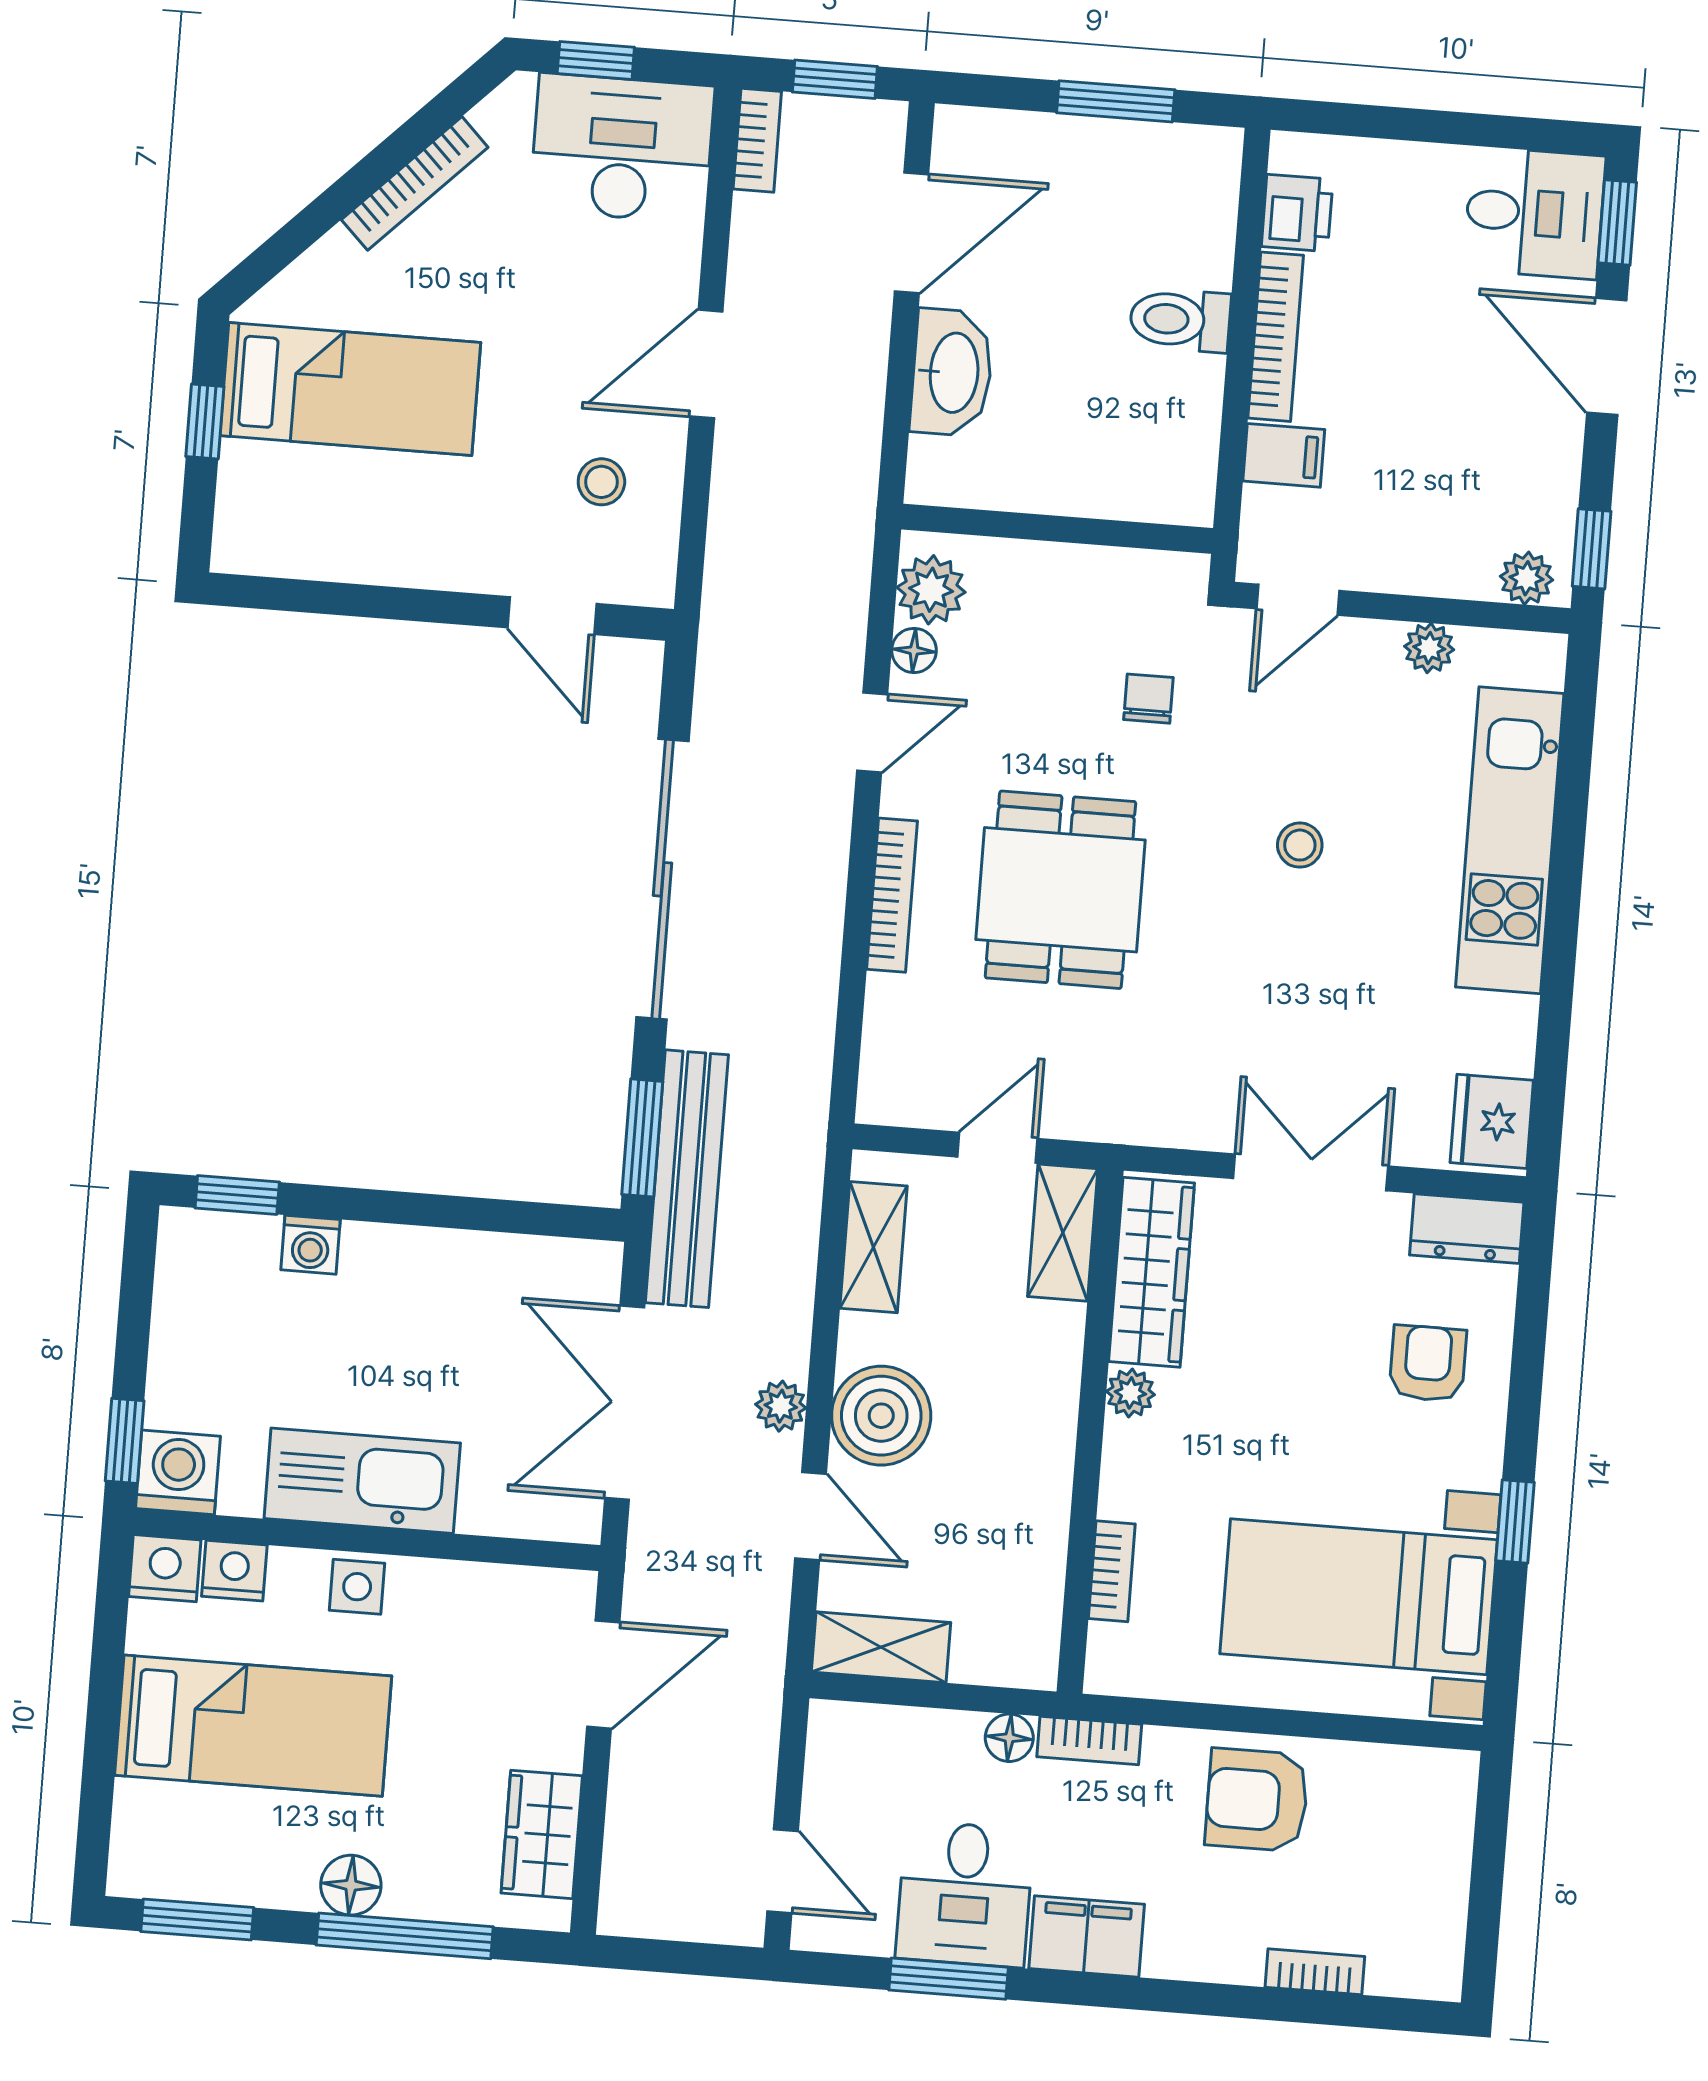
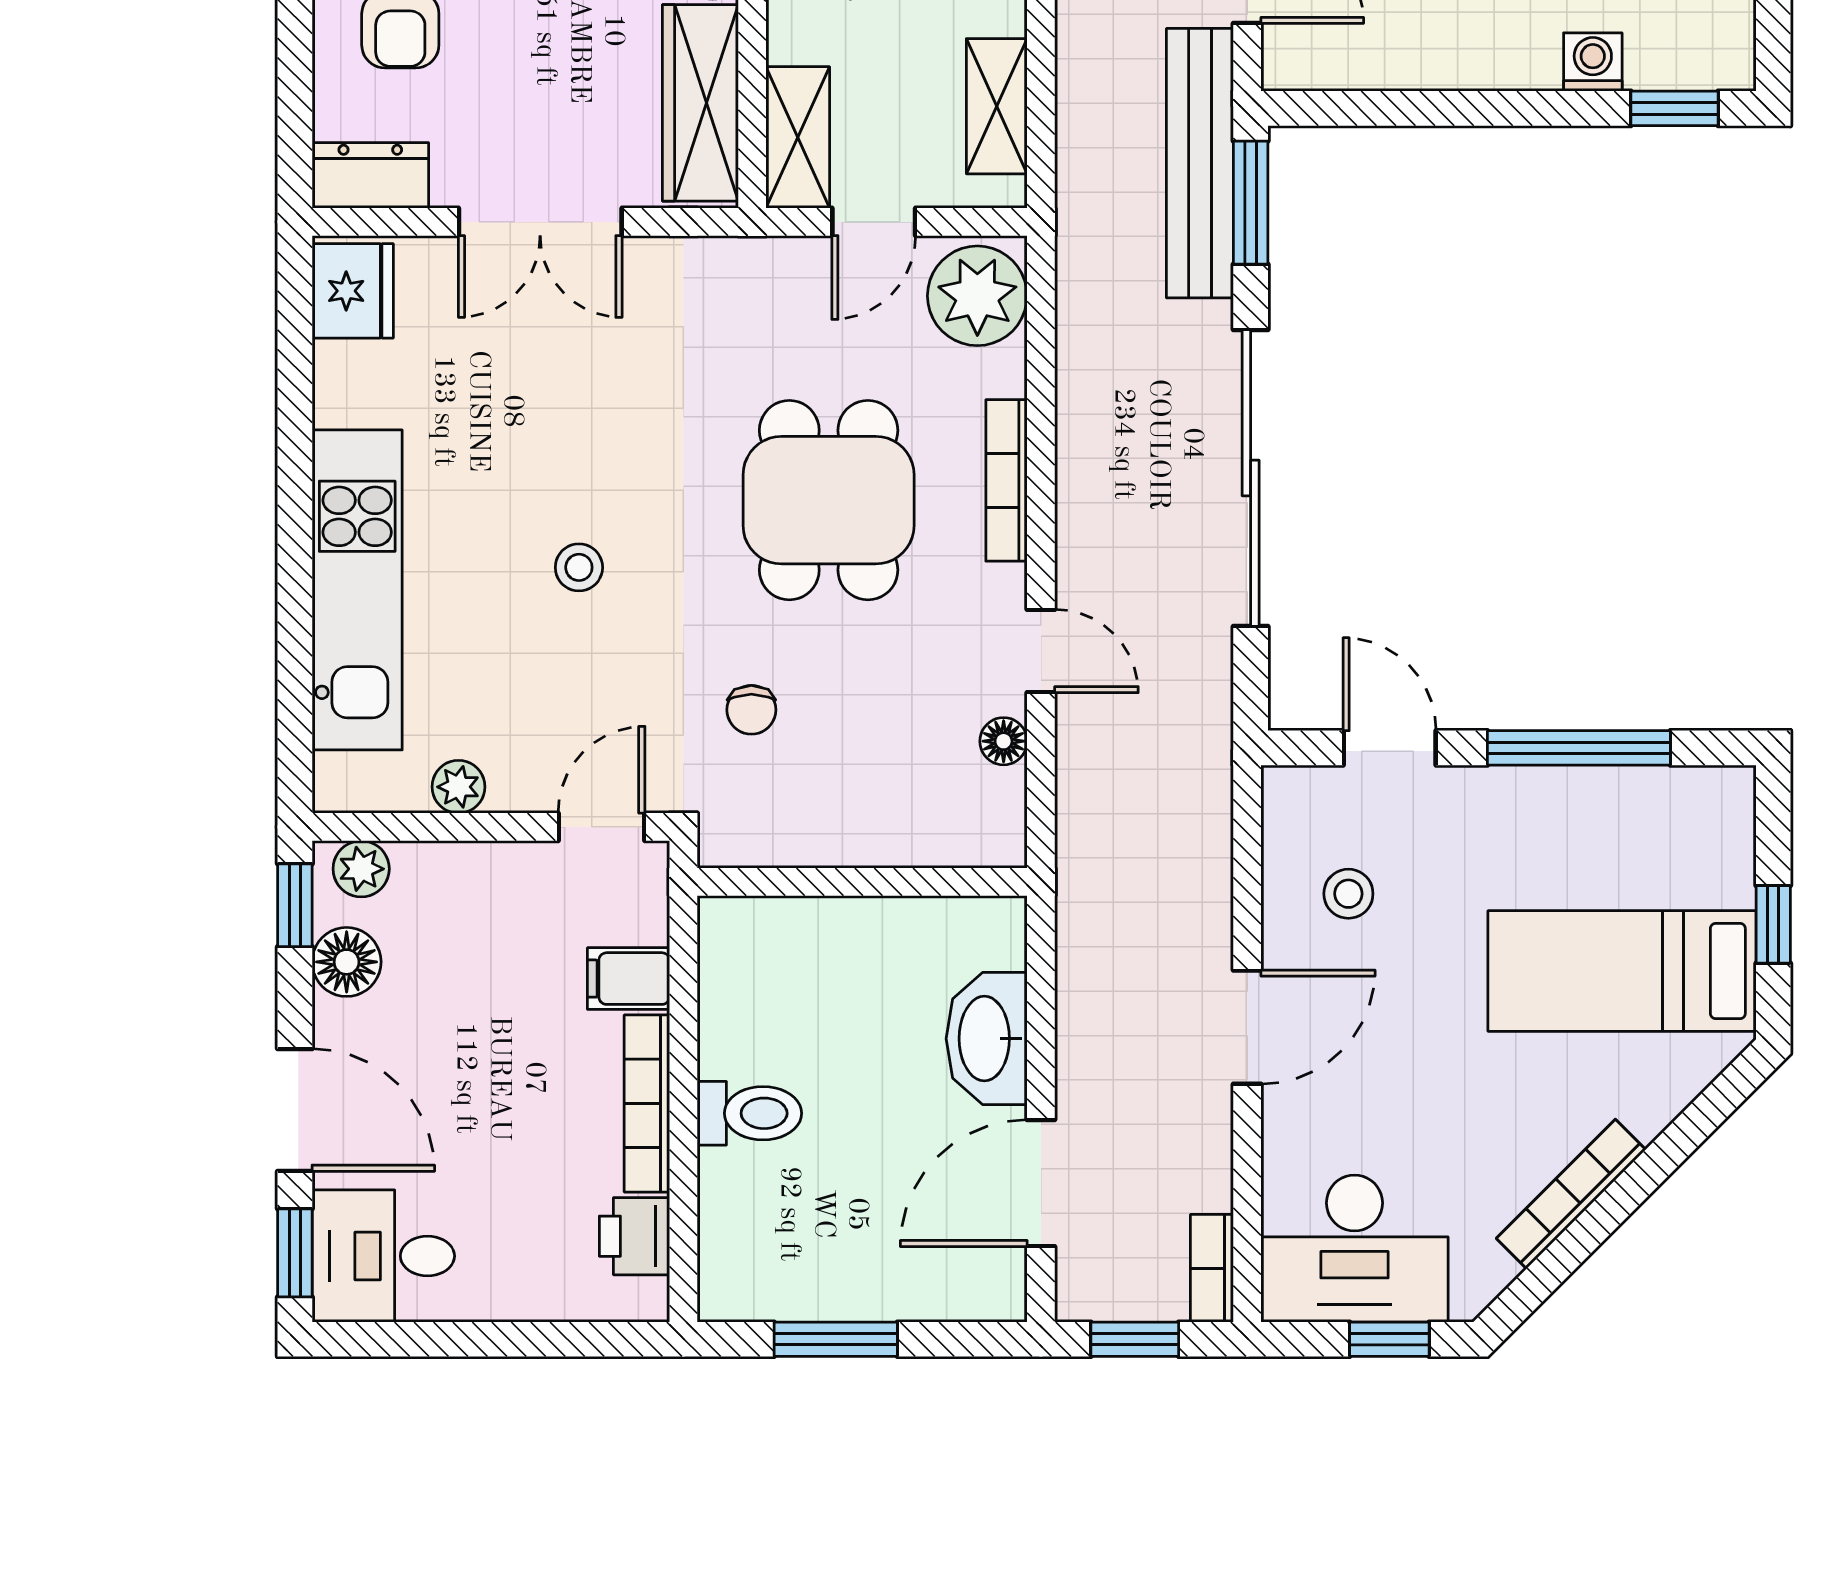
floor lamp: (1547, 492) -> (347, 962), added
plant: (931, 590) -> (977, 296), moved, width x1.36, depth x1.36
window: (374, 602) -> (1579, 748), added
door: (872, 732) -> (1041, 651), swing flipped

